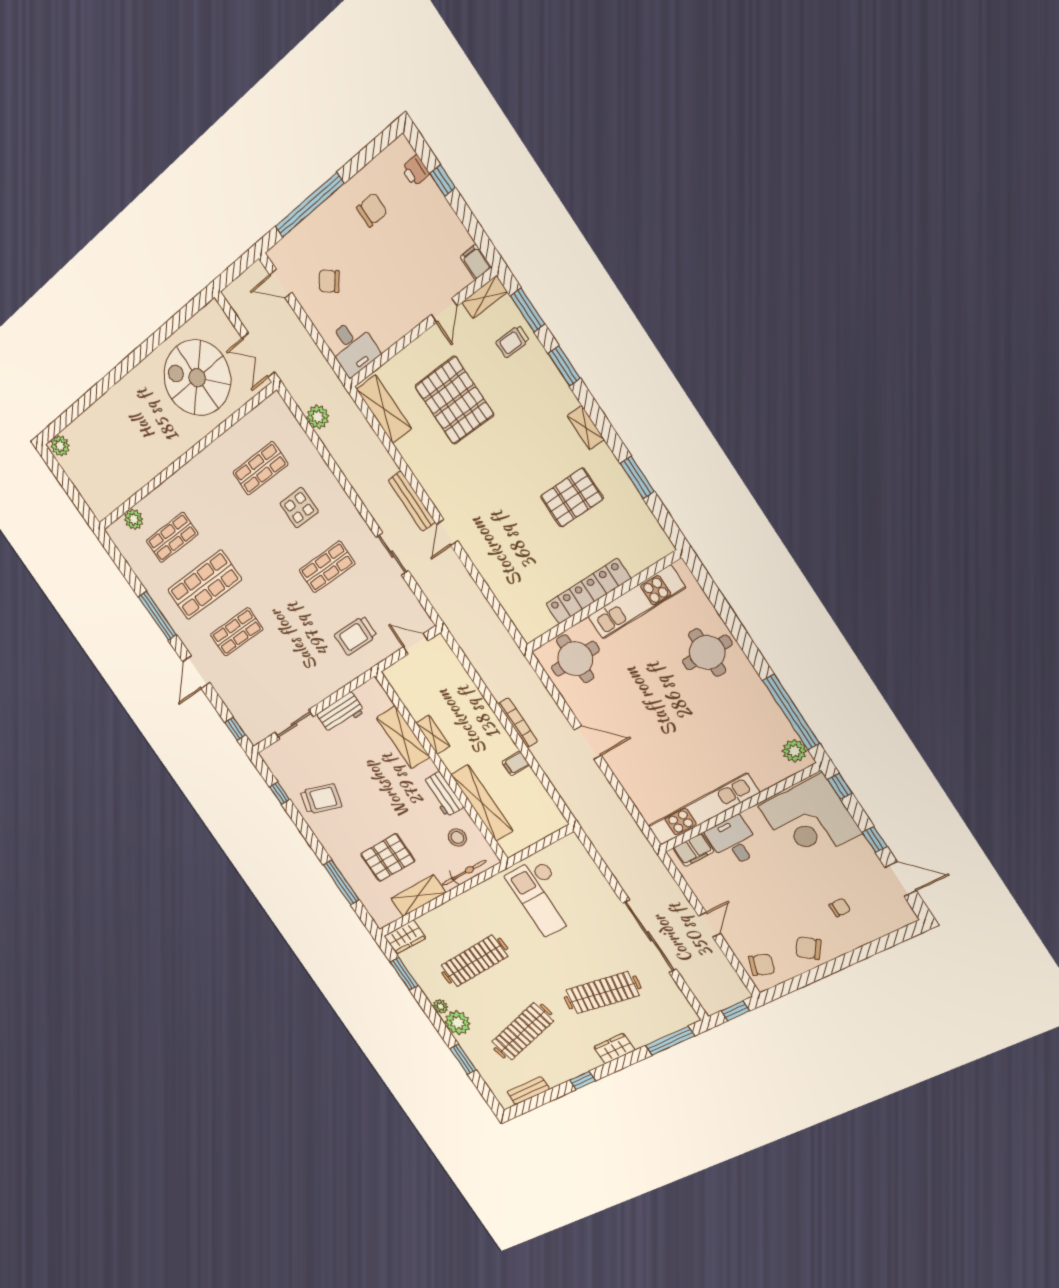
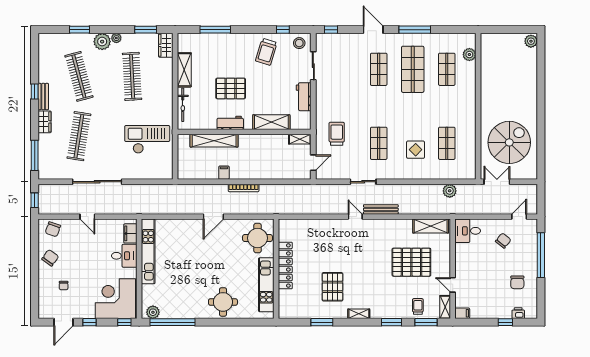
shelving: (433, 735) -> (300, 139), moved
stool: (457, 838) -> (299, 43), moved
pallet: (388, 858) -> (231, 88), moved, turned 90
bench: (528, 1091) -> (43, 97), moved

